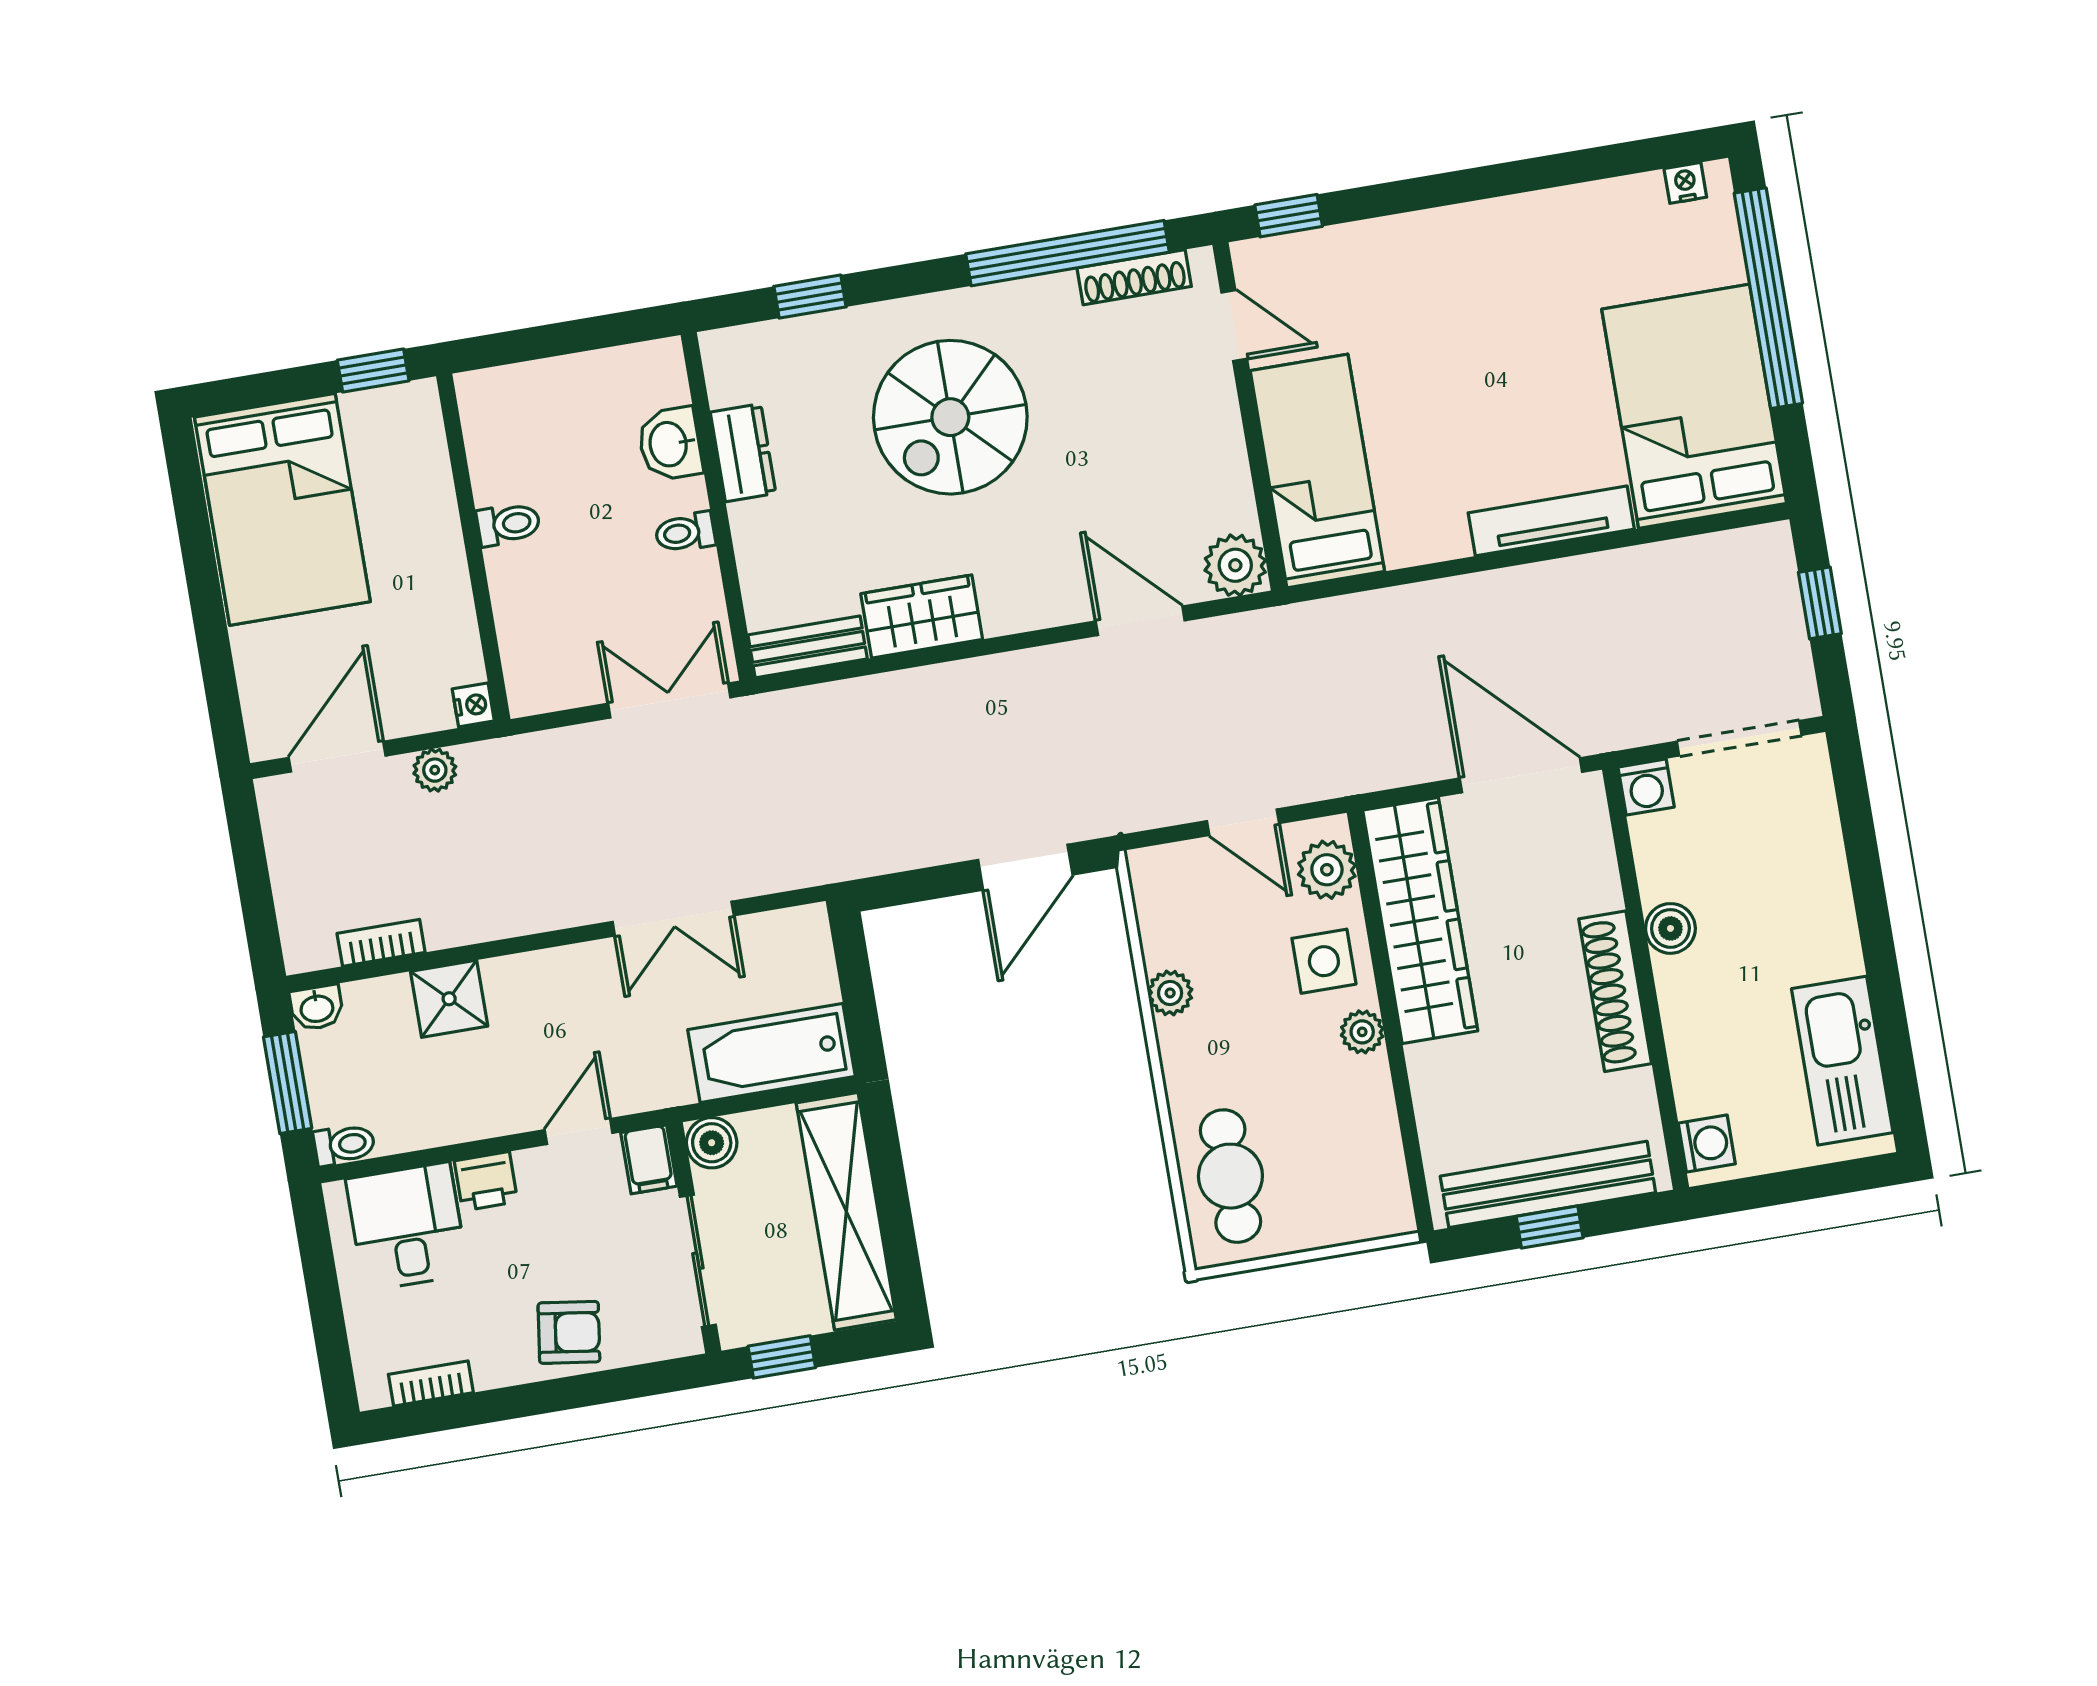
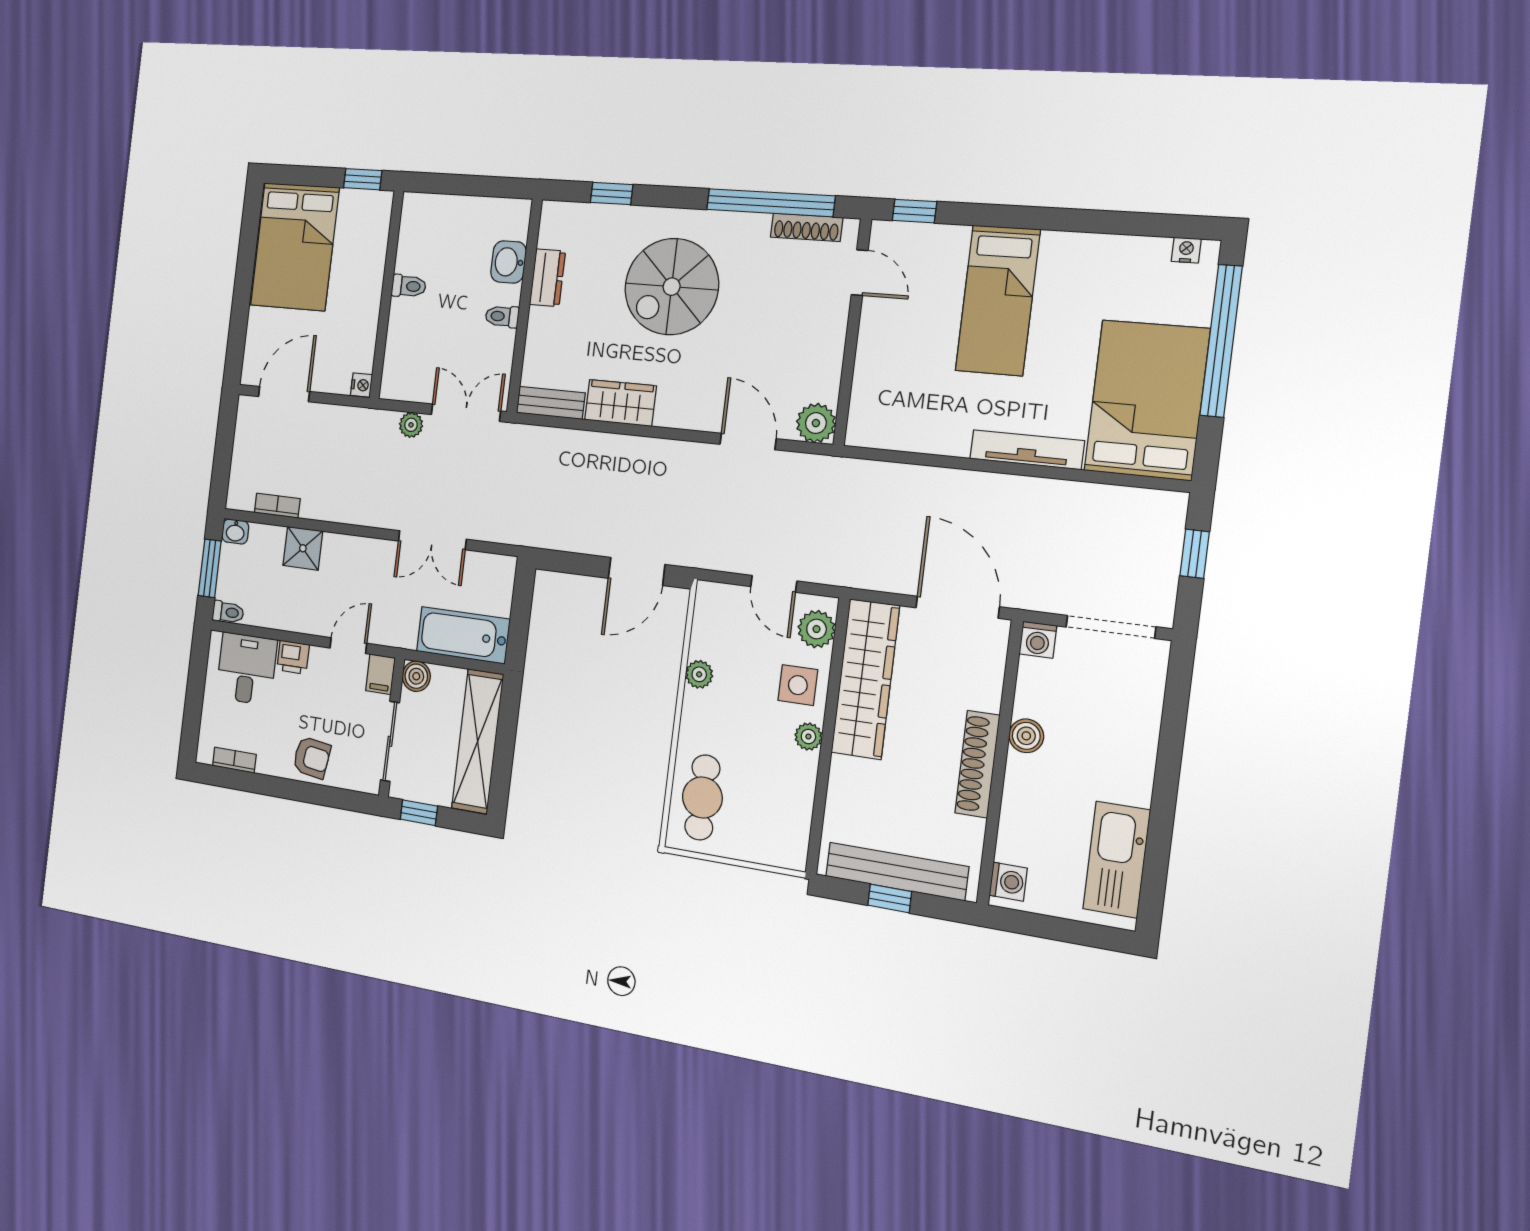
bed: (1317, 471) -> (998, 300), moved, turned 180
plant: (435, 770) -> (411, 425), moved

